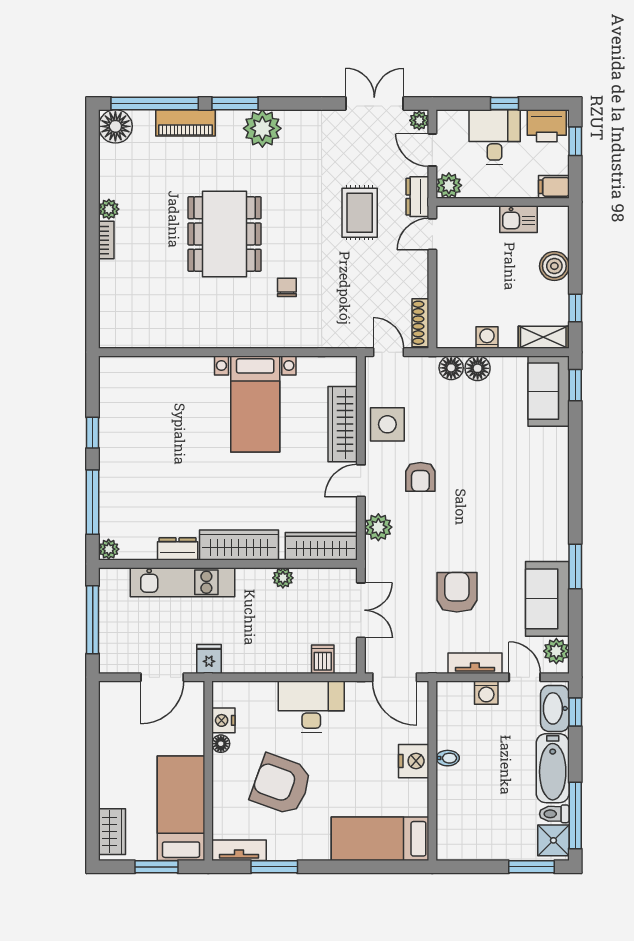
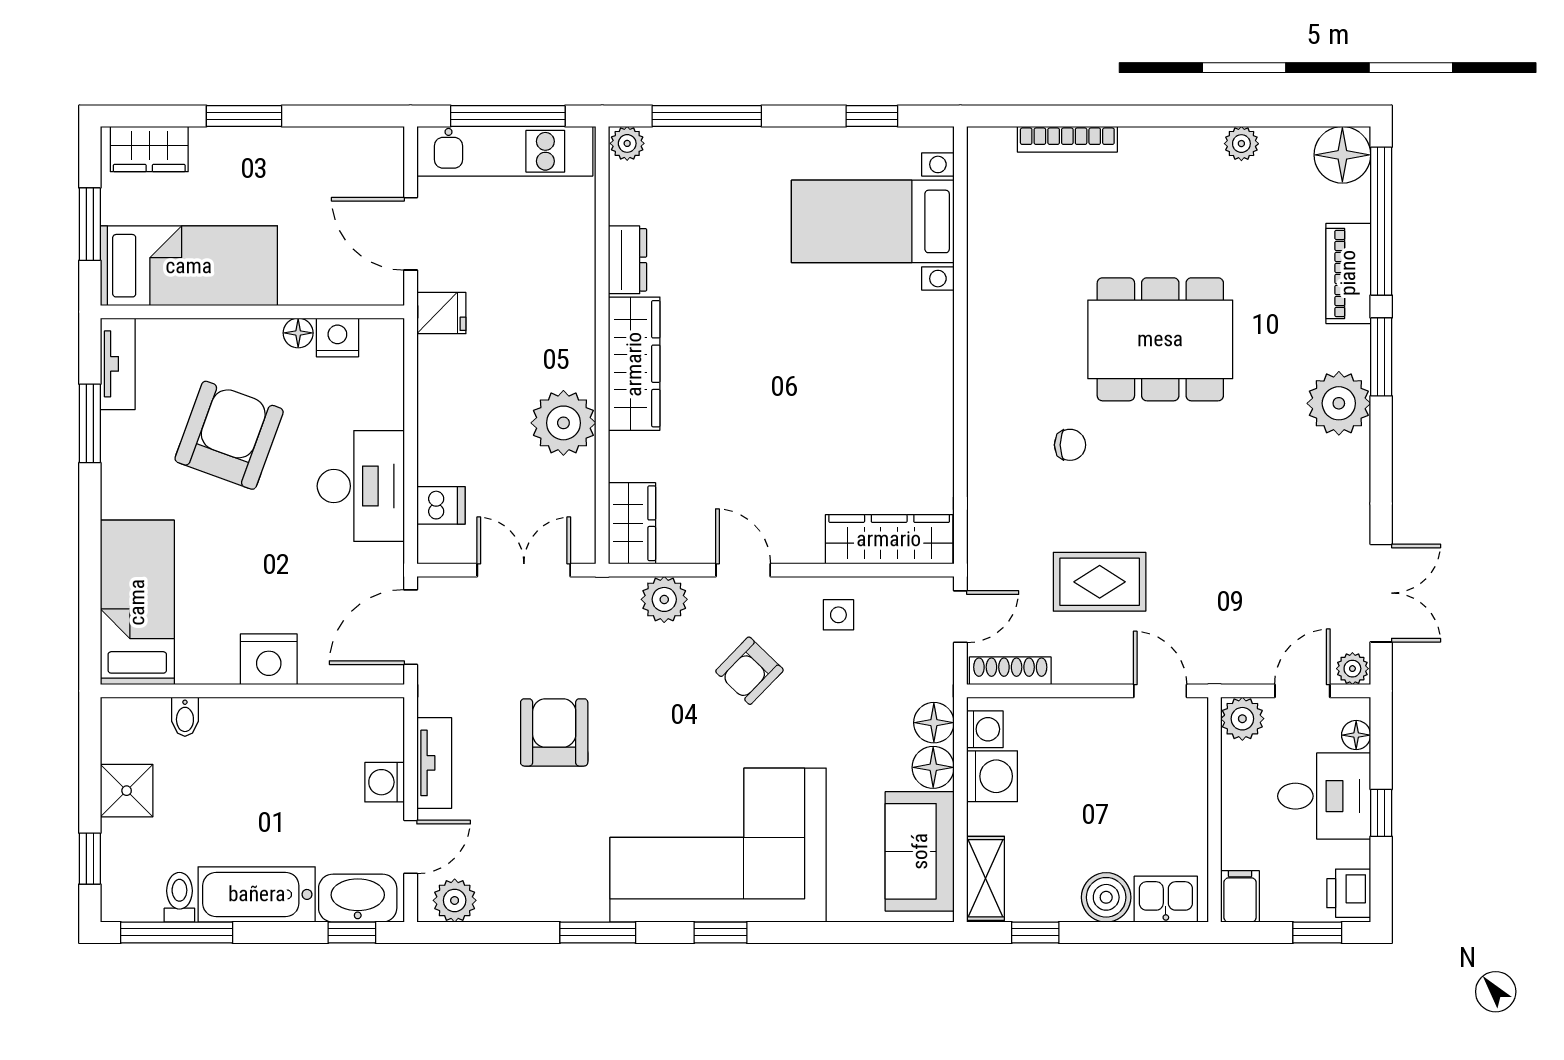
floor lamp: (458, 118) -> (1356, 735), added
printer: (547, 126) -> (1349, 893), width x0.73, depth x0.81
dresser: (417, 197) -> (1223, 666), removed
plant: (109, 209) -> (1241, 144), moved
rug: (360, 213) -> (1100, 582), moved
kitchen sink: (519, 219) -> (1166, 899), moved, turned 90
bookcase: (106, 240) -> (1067, 139), moved, width x1.56
washing machine: (455, 338) -> (985, 729), added
washing machine: (487, 338) -> (992, 776), width x1.38, depth x1.38
window: (575, 385) -> (721, 932), moved
sofa: (549, 391) -> (920, 851), moved, turned -90
bed with nightstands: (255, 404) -> (873, 221), moved
wardrobe: (343, 424) -> (889, 539), moved
side table: (387, 424) -> (838, 615), width x0.54, depth x0.54
window: (93, 433) -> (872, 116), moved
armchair: (420, 477) -> (749, 671), turned -46
corner sofa: (523, 495) -> (718, 845), added
wardrobe: (321, 546) -> (632, 523), width x0.67
plant: (283, 578) -> (563, 423), width x1.88, depth x1.88
kitchen unit: (182, 582) -> (505, 151), moved, turned -90
armchair: (457, 592) -> (554, 732), turned -90
sofa: (547, 599) -> (543, 885), removed
double door: (361, 610) -> (524, 570), swing flipped
bidet: (448, 758) -> (185, 717), moved
window: (93, 776) -> (244, 116), added
shower: (553, 840) -> (127, 791), moved
window: (532, 867) -> (90, 859), width x0.67

